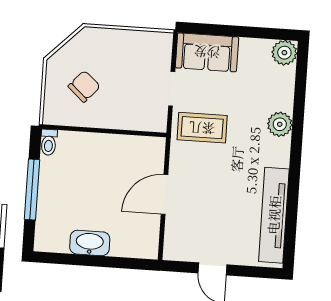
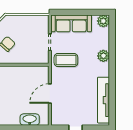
sofa: (207, 52) -> (71, 23), width x1.36
washbasin: (90, 243) -> (30, 120), moved

